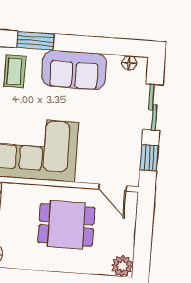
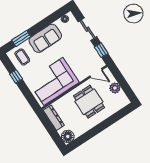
dining table: (66, 225) -> (89, 102), turned 90
plant: (122, 266) -> (115, 88), moved

